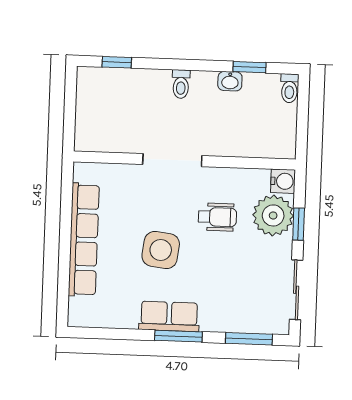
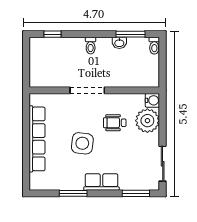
window: (250, 67) -> (130, 34), width x1.50
wheelchair: (217, 217) -> (115, 123), turned 180
window: (299, 224) -> (163, 125), removed
row of seats: (169, 316) -> (101, 182), moved
window: (178, 336) -> (73, 193), moved

